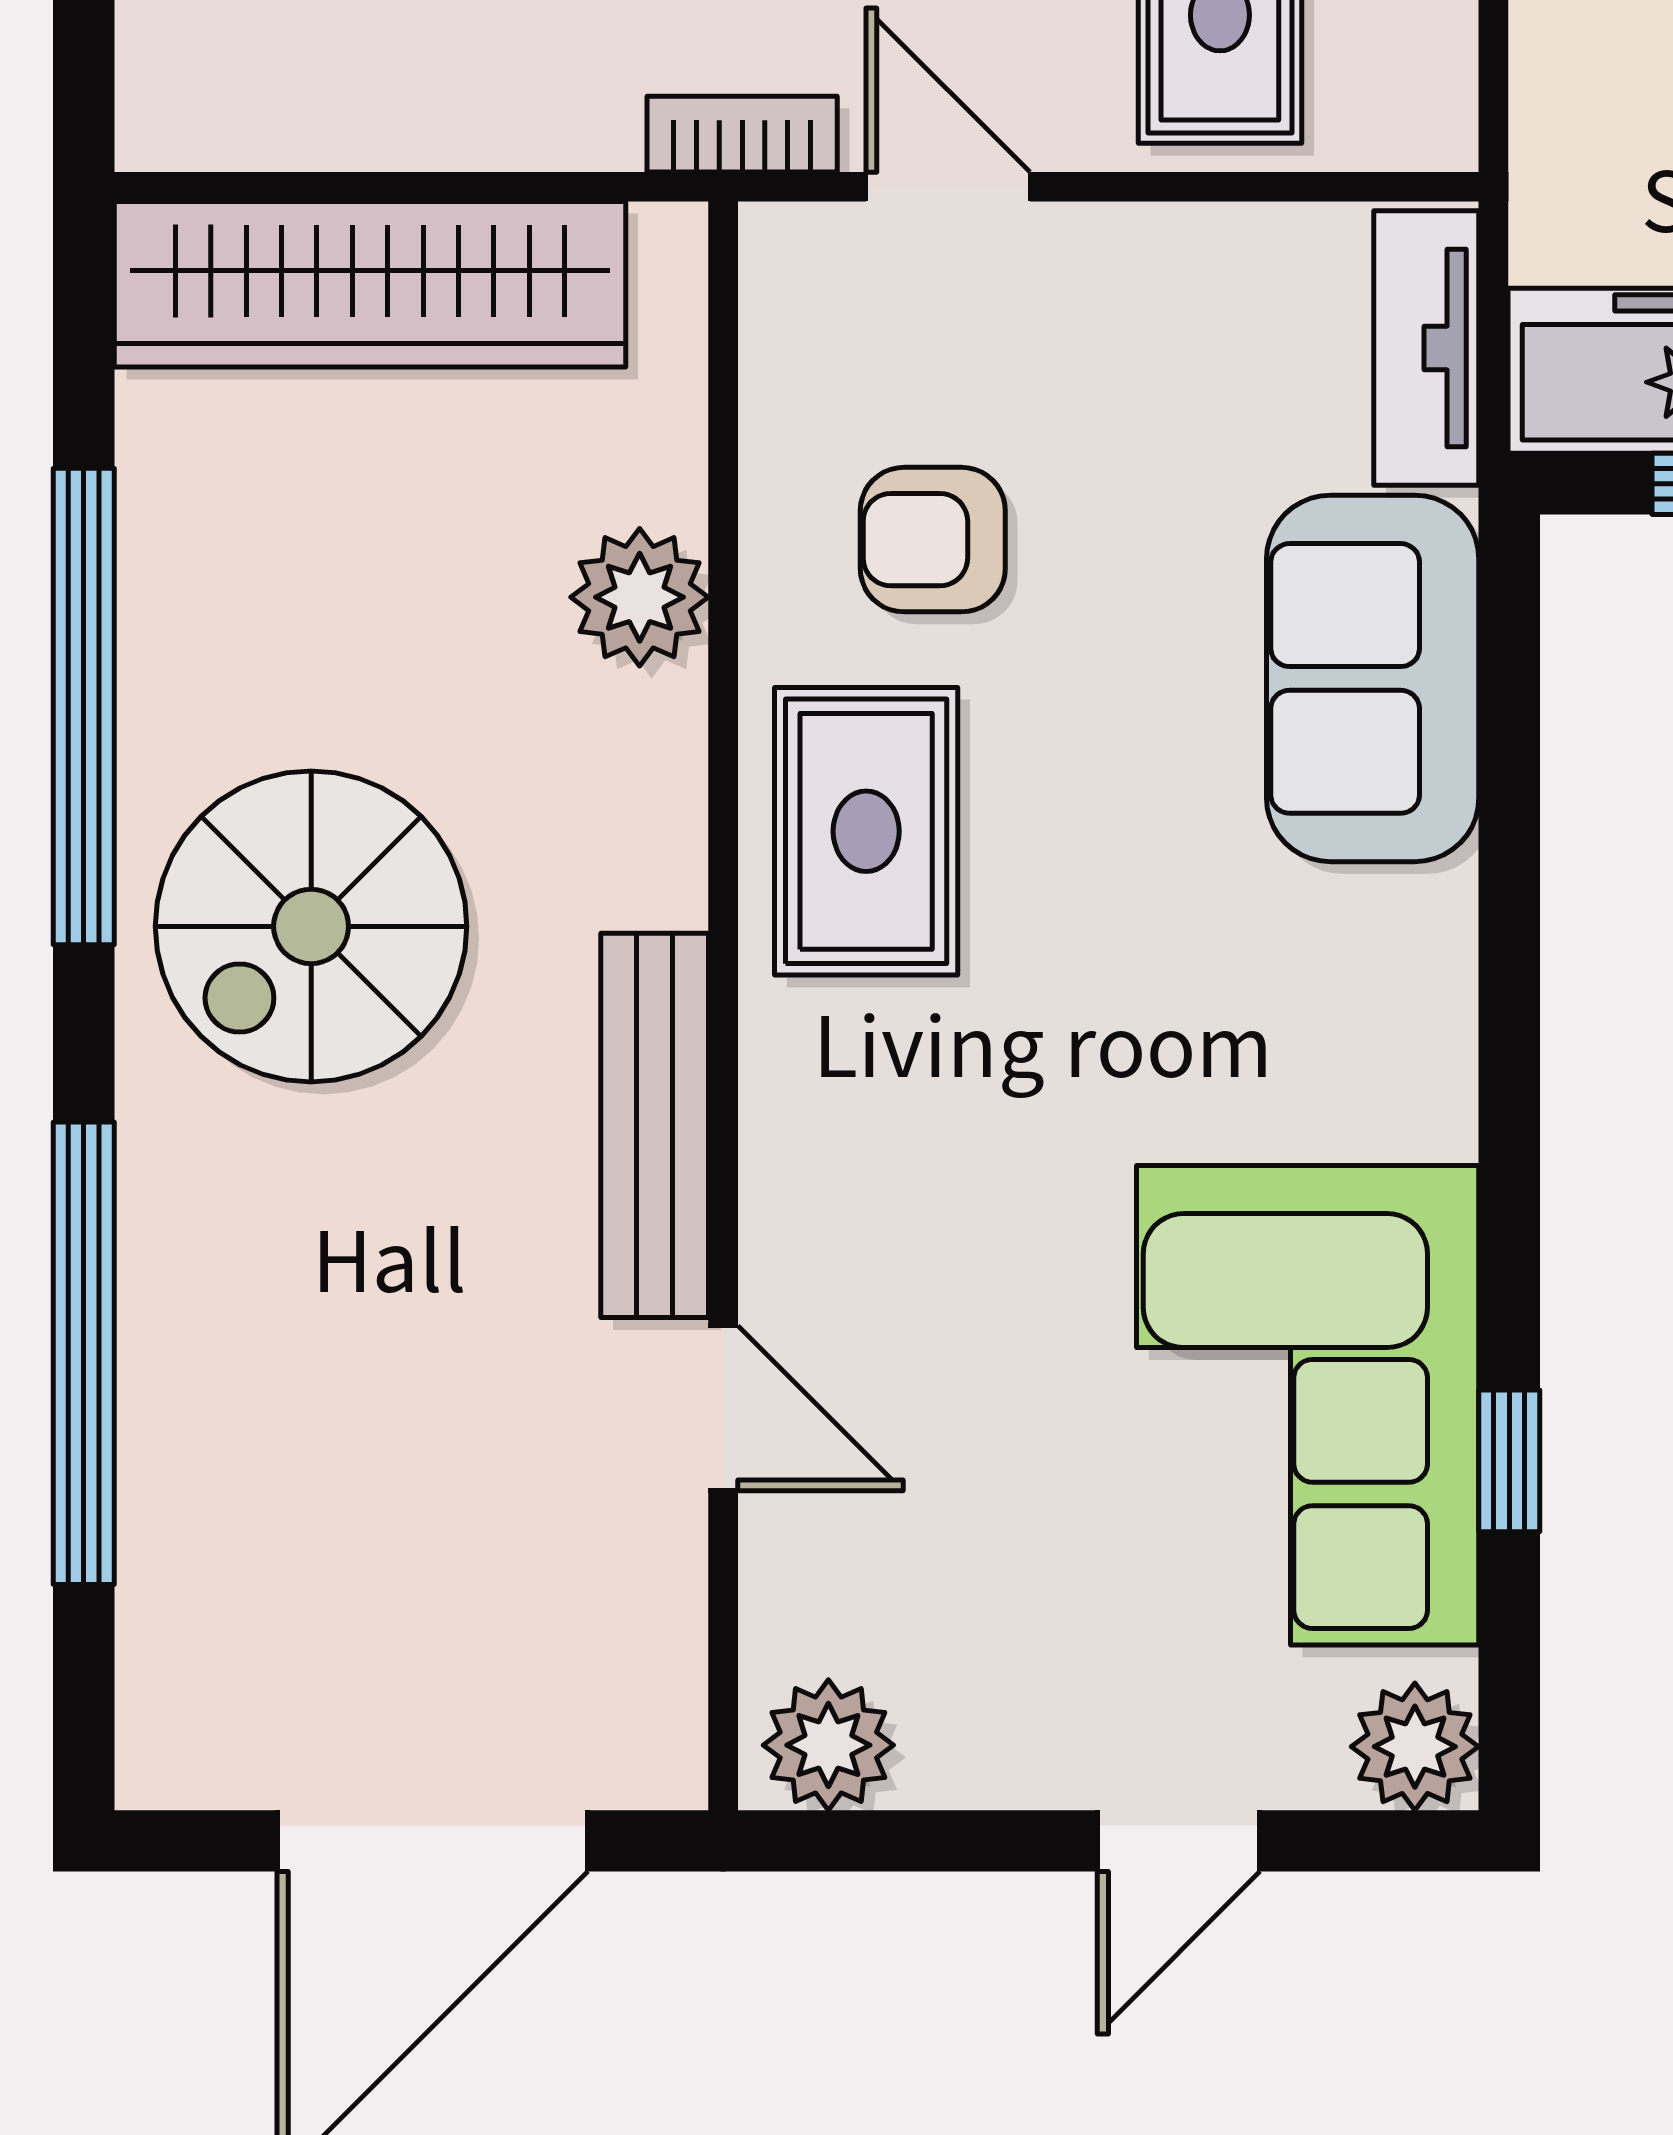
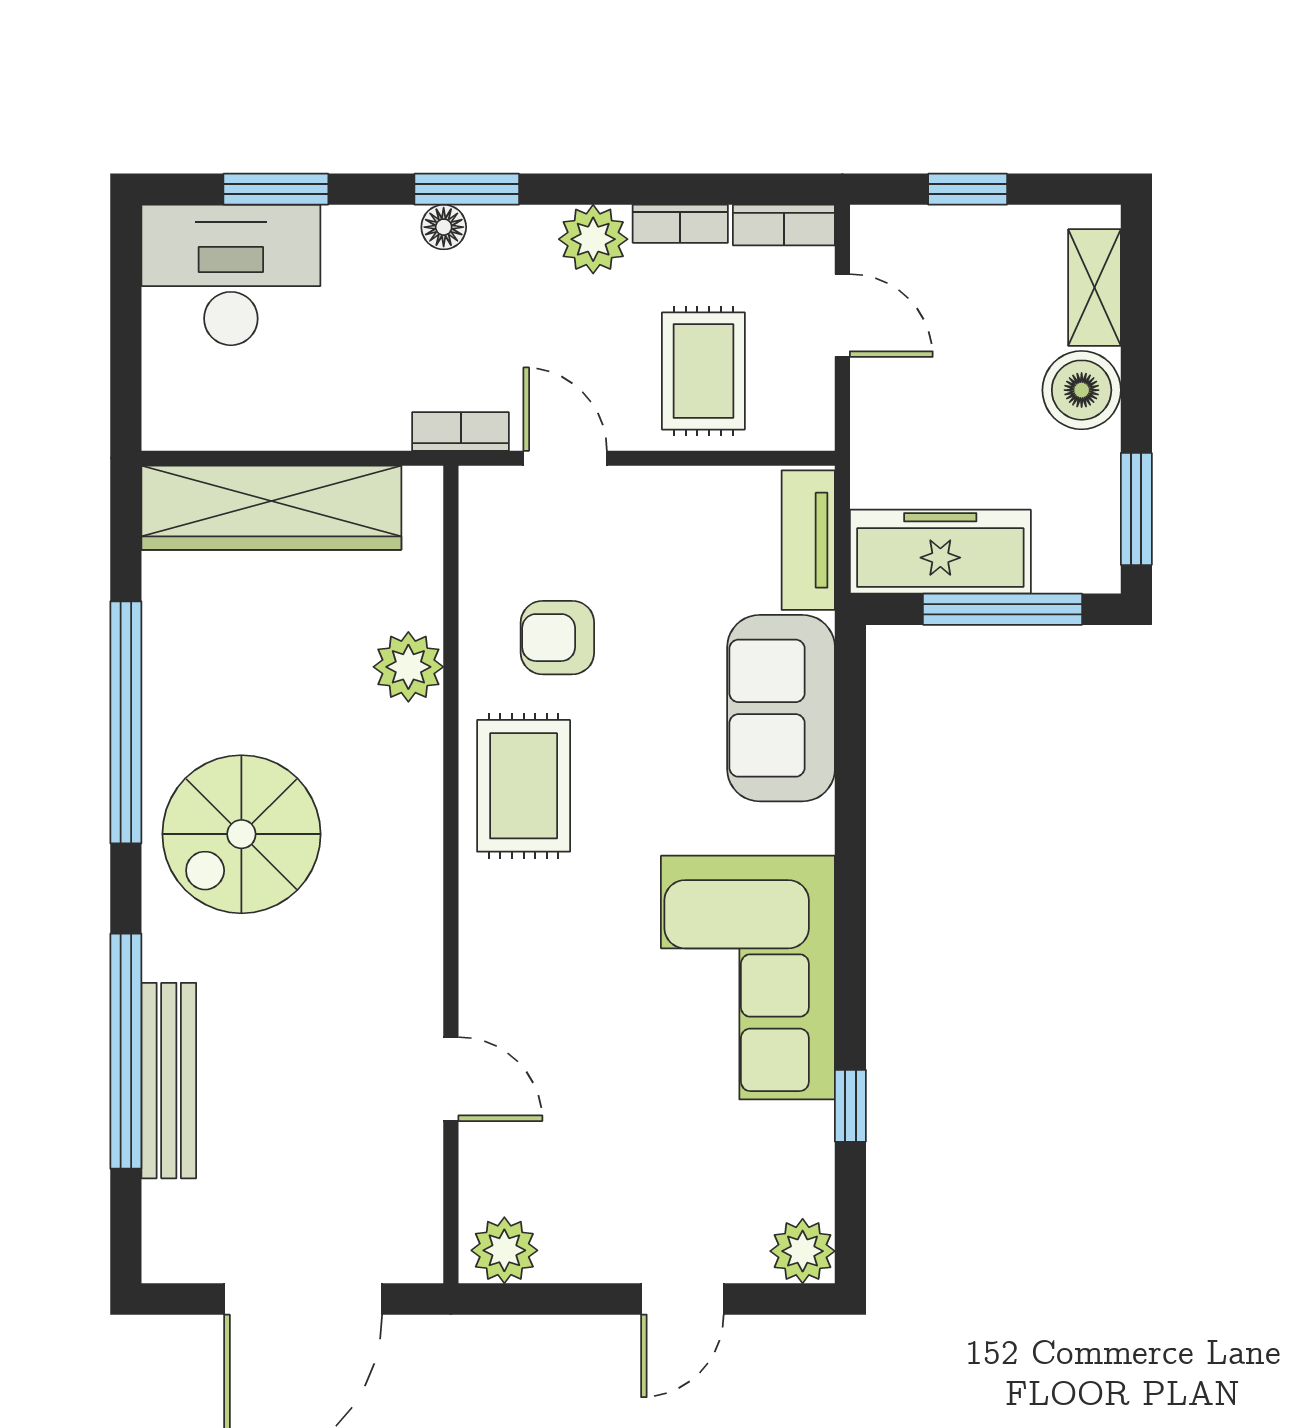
bench: (655, 1125) -> (169, 1081), moved
corner sofa: (1308, 1405) -> (748, 978), moved

